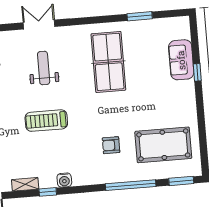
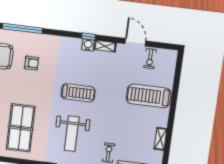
weight bench: (44, 68) -> (72, 134), width x1.36, depth x1.33
water cooler: (64, 180) -> (88, 45), moved

